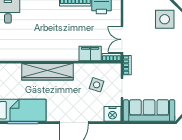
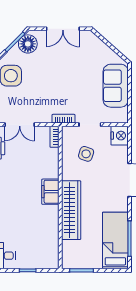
double door: (122, 39) -> (20, 125), moved
filing cabinet: (90, 54) -> (50, 192), moved
sofa: (149, 111) -> (116, 86), width x0.73

